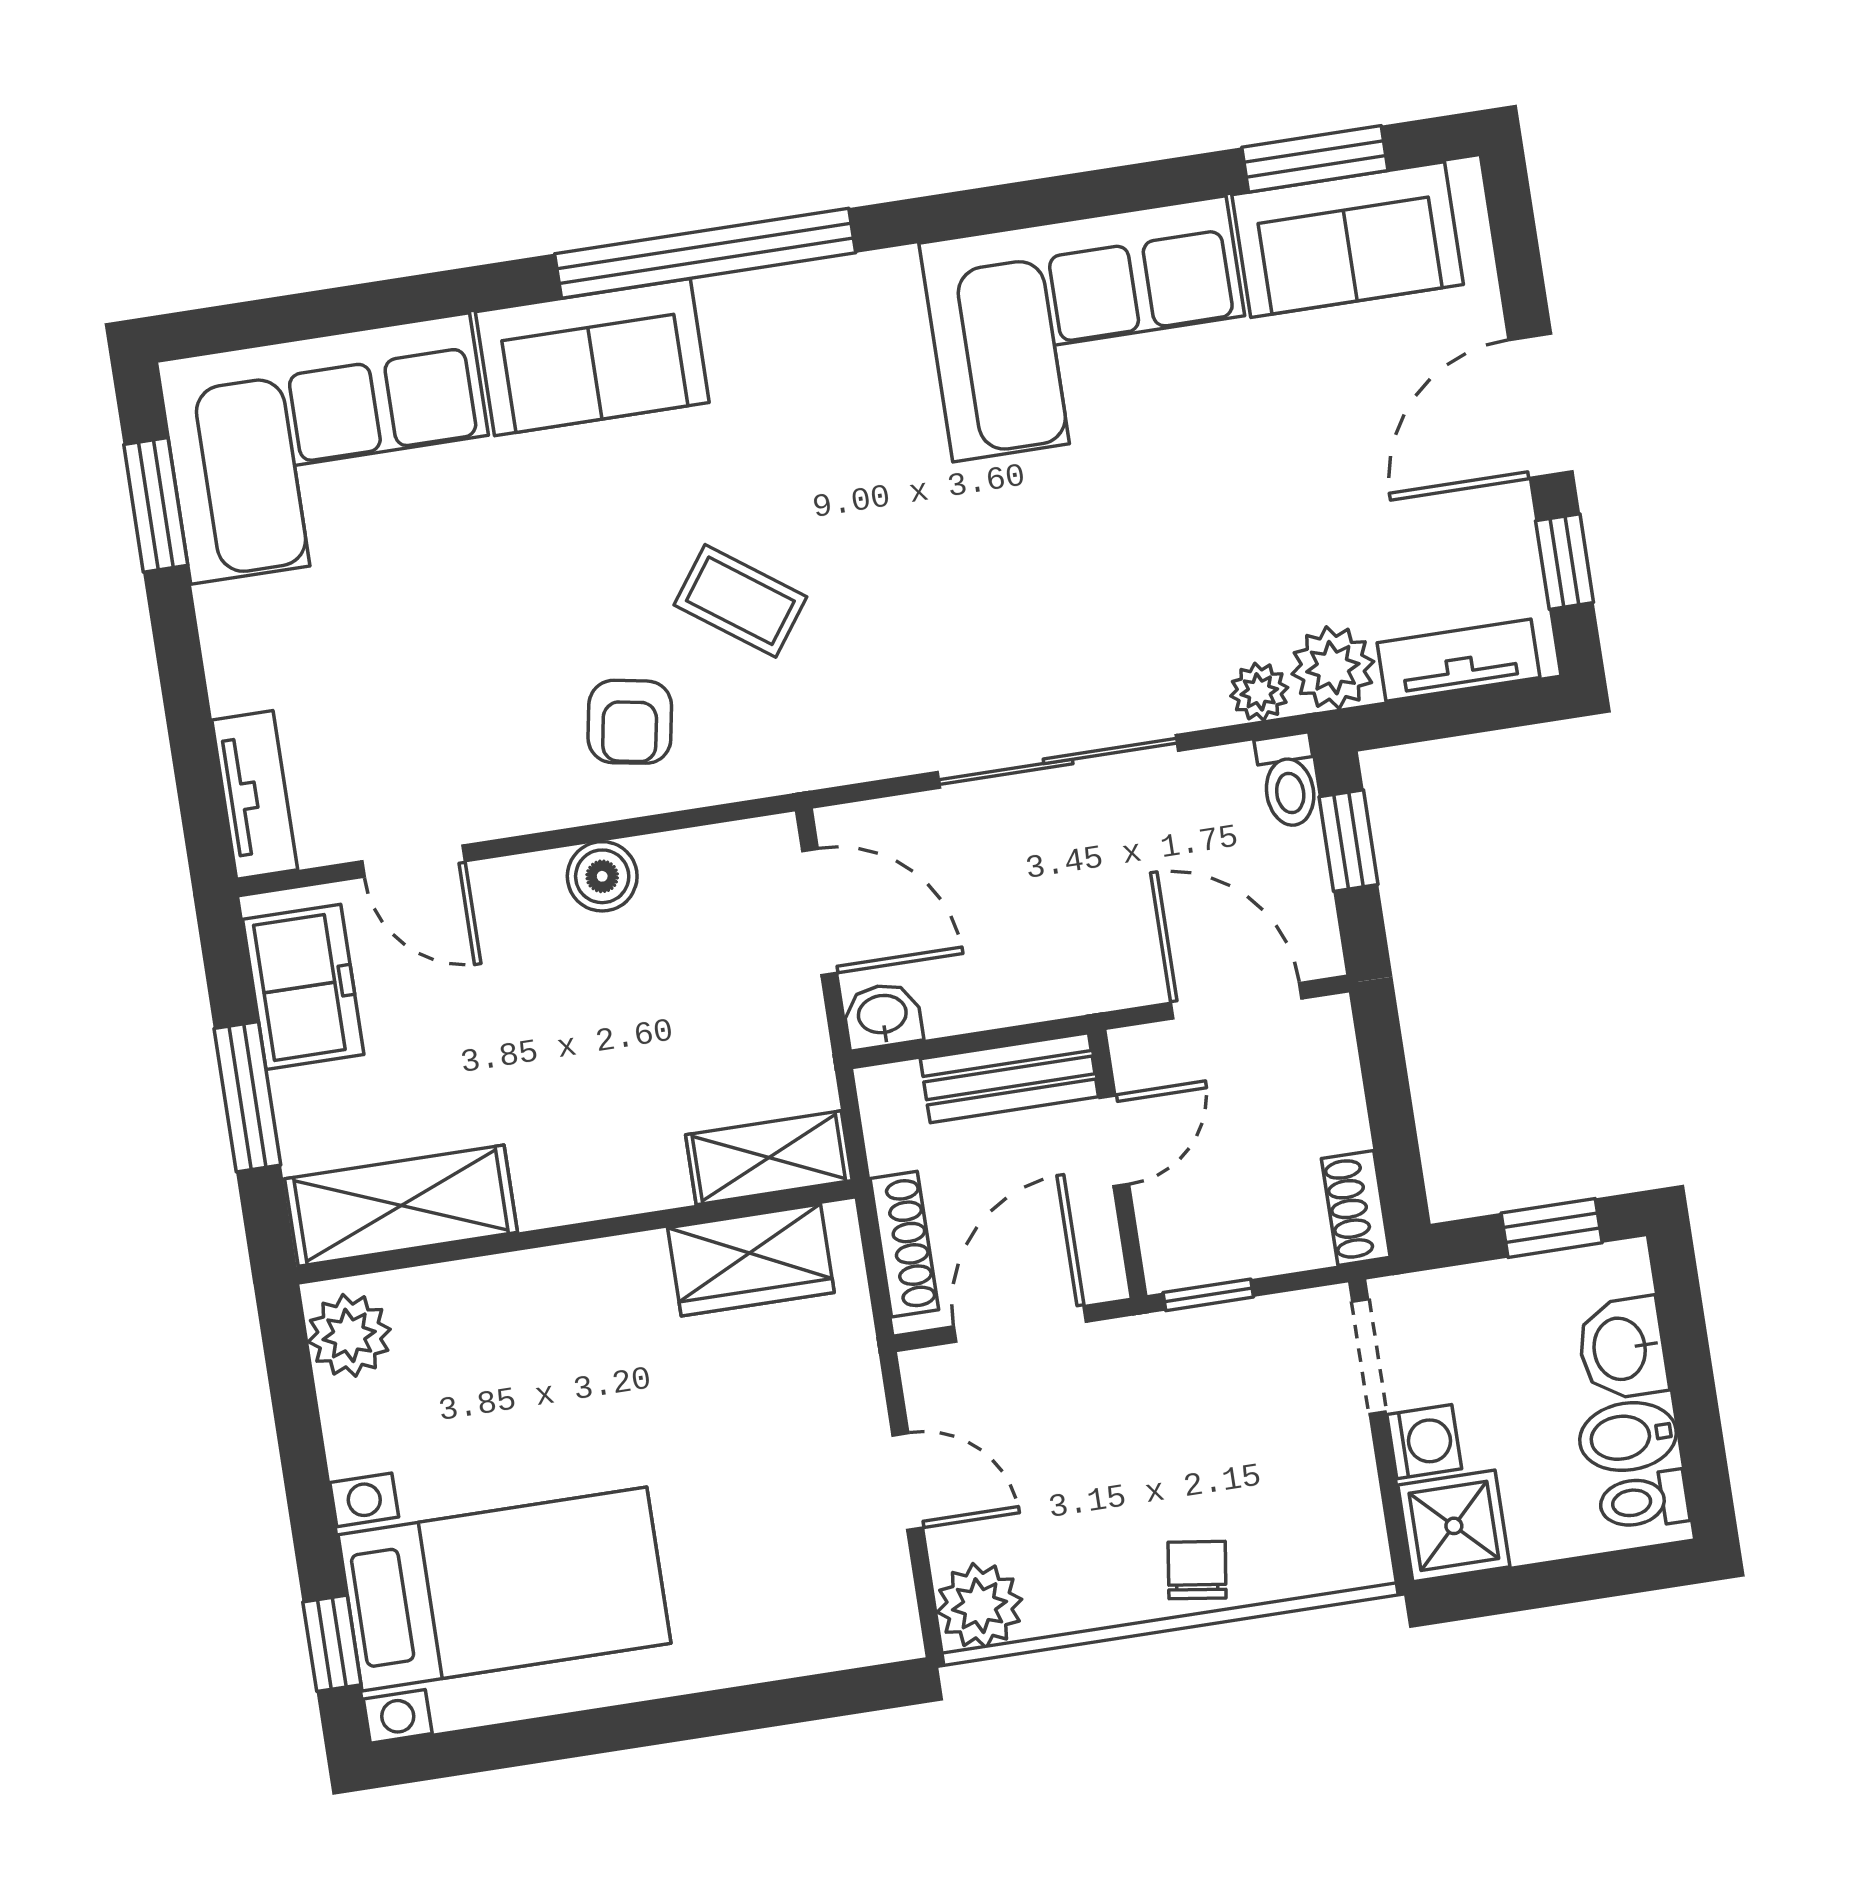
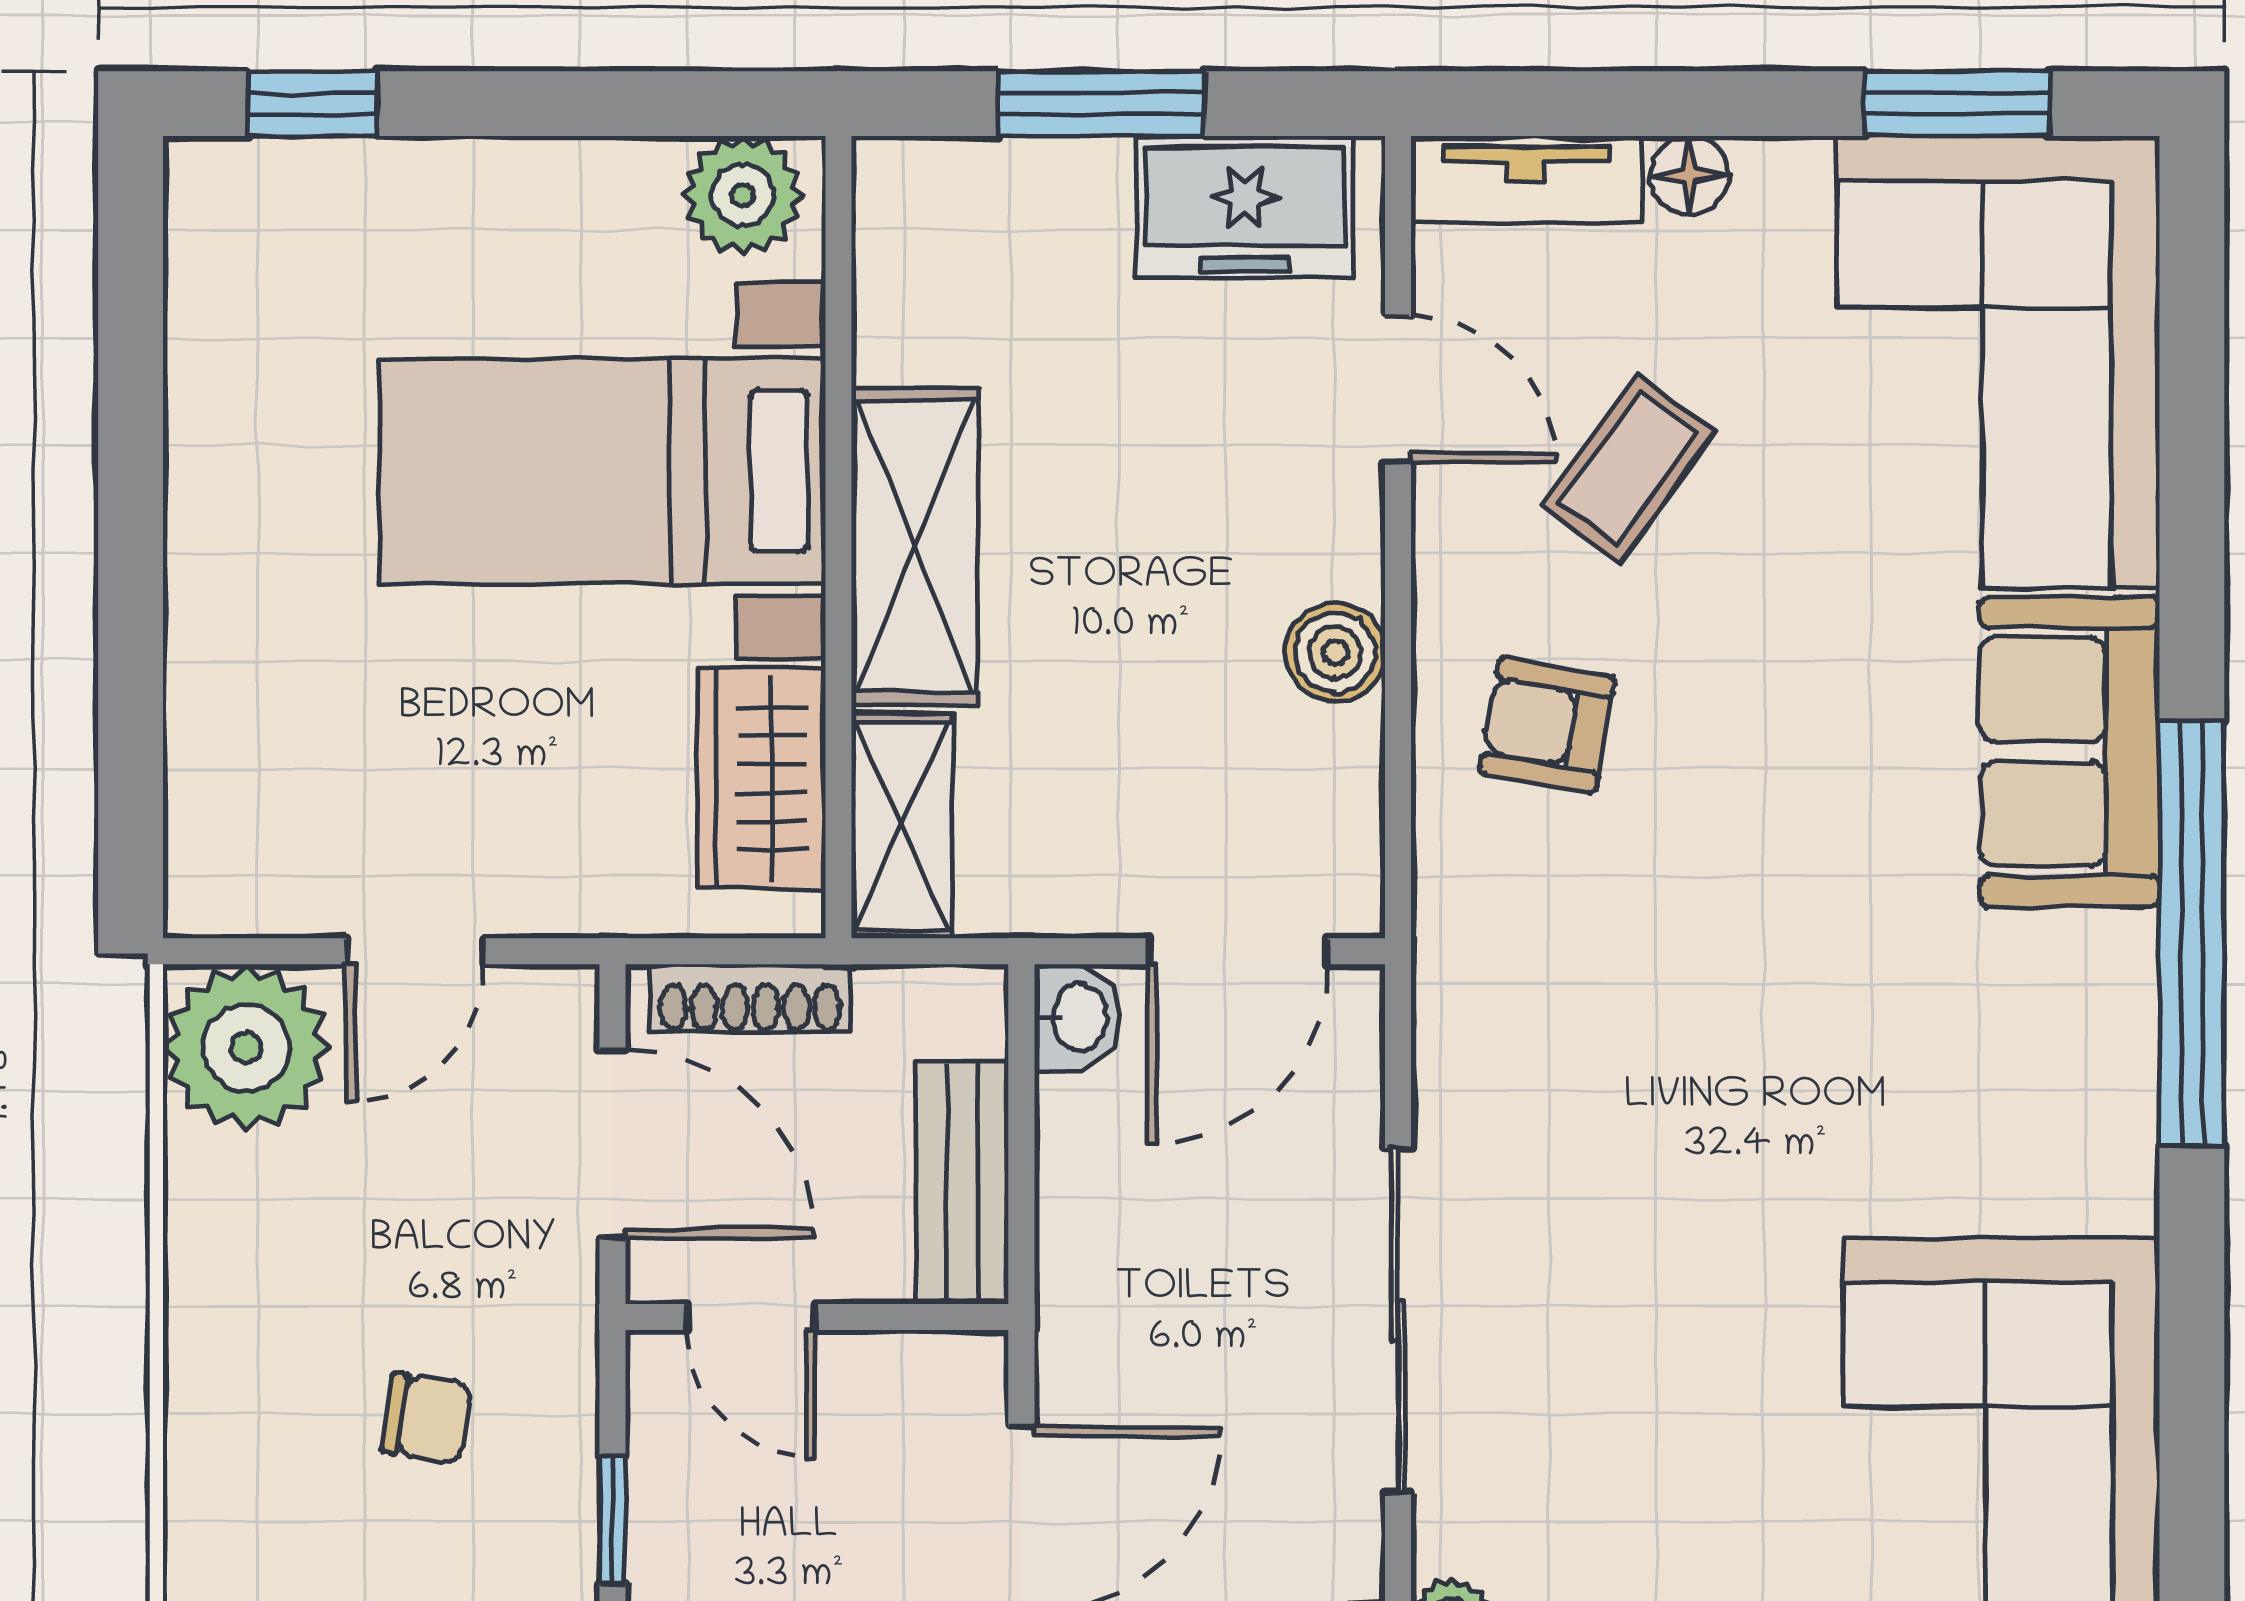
coffee table: (740, 601) -> (1628, 468), moved
floor lamp: (234, 682) -> (1689, 175), added
door: (413, 861) -> (1398, 389), swing flipped
door: (1114, 1141) -> (751, 1317), moved
shelving: (401, 1206) -> (915, 547), moved
window: (1208, 1295) -> (613, 1520), moved
chair: (1197, 1570) -> (426, 1418), moved
bed with nightstands: (504, 1589) -> (603, 471), moved, turned 90
plant: (979, 1606) -> (246, 1048), width x1.36, depth x1.36

